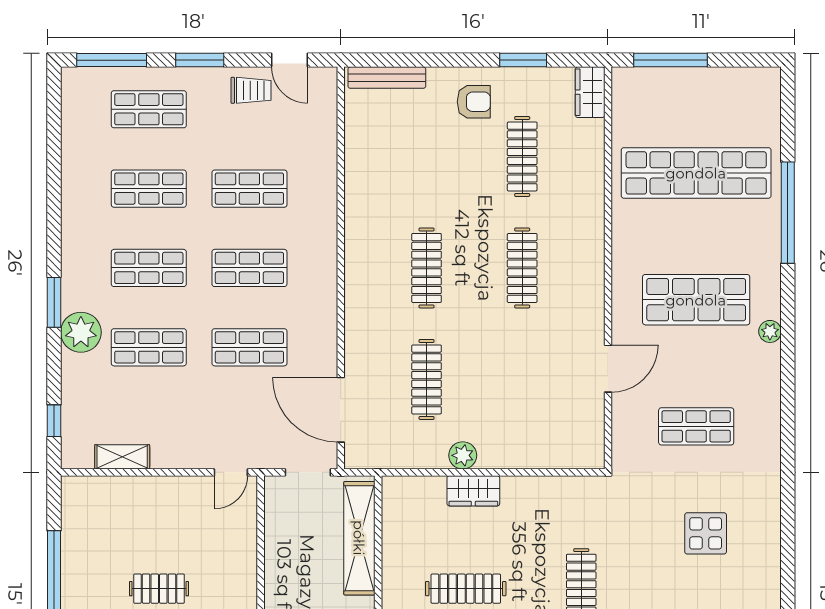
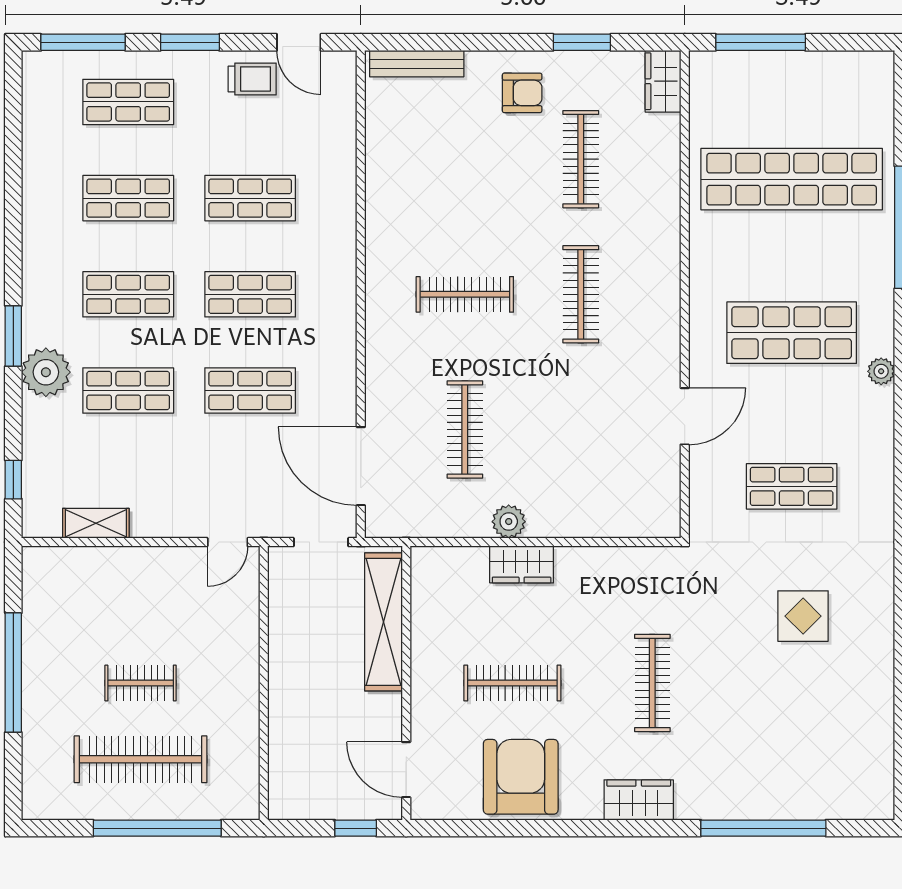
clothes rail: (427, 268) -> (465, 294), turned 90

